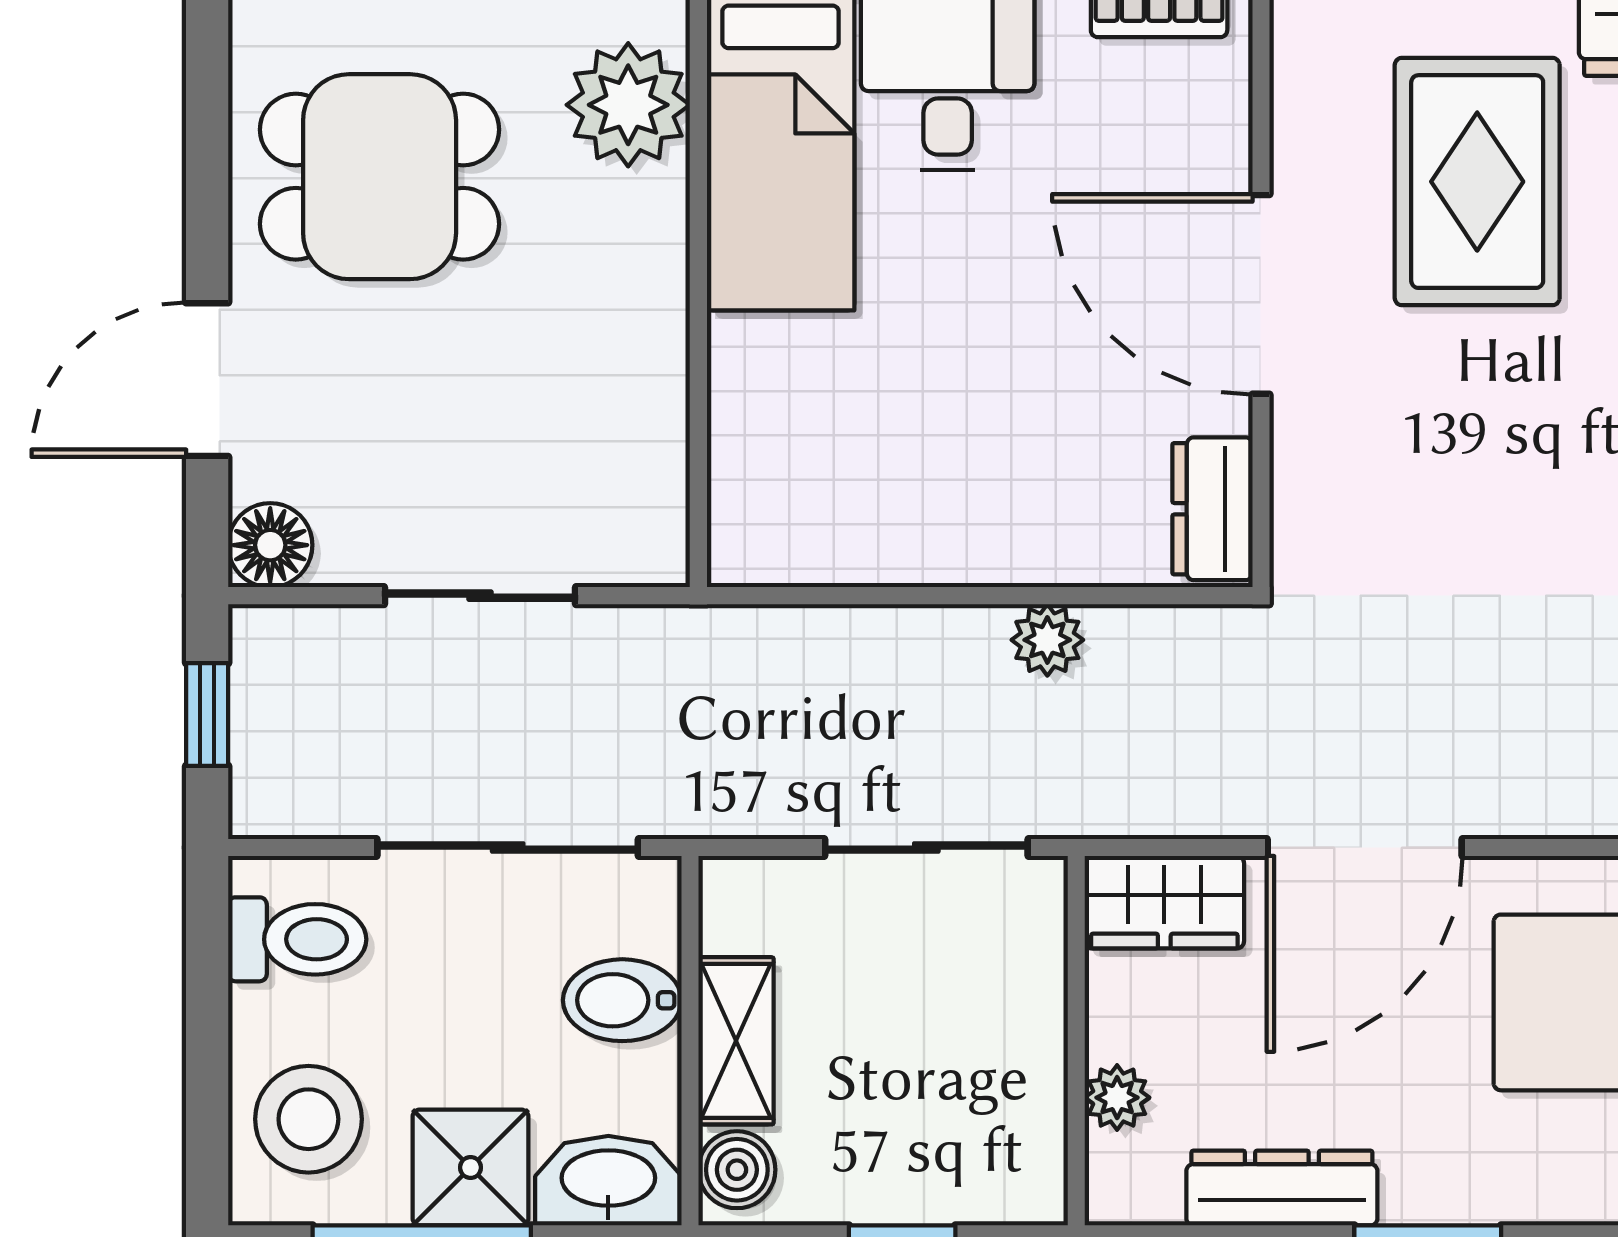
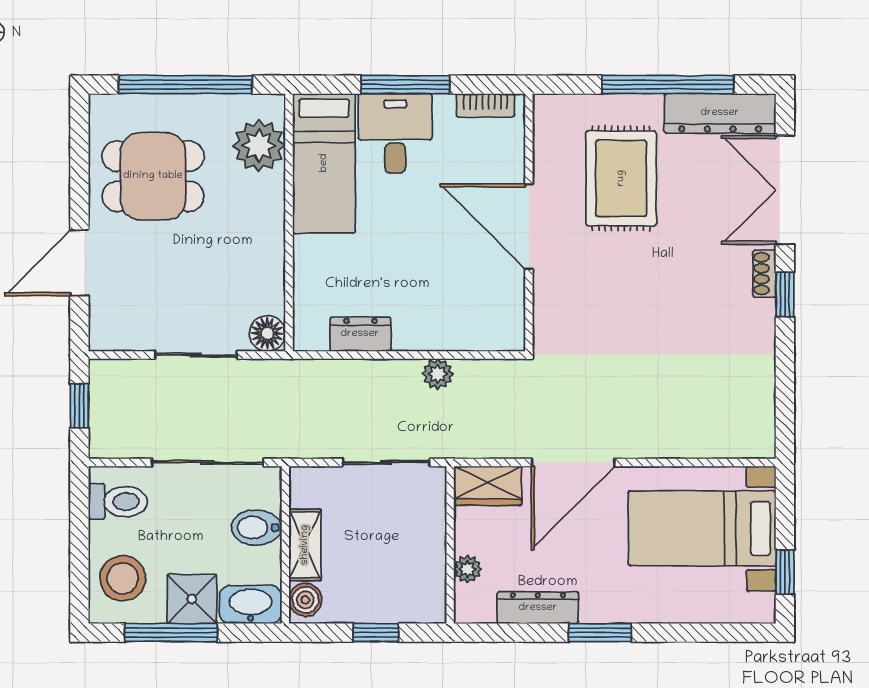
dresser: (1212, 509) -> (360, 334), moved, turned 90
floor lamp: (270, 545) -> (267, 333), moved

